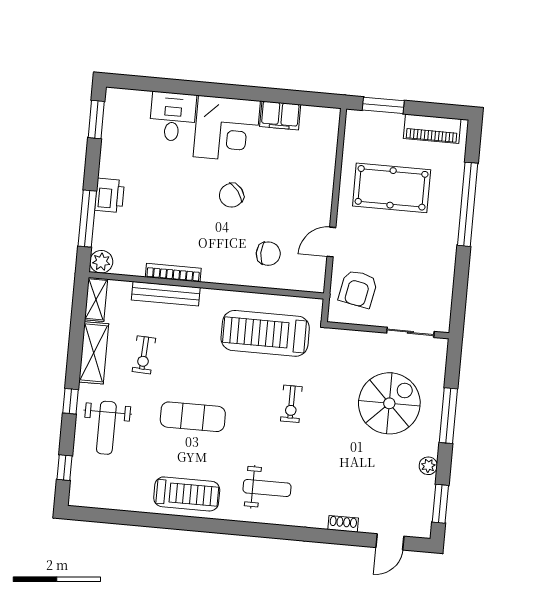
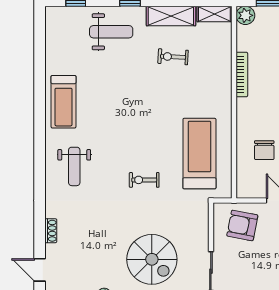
bench: (166, 294) -> (224, 70), removed
exercise mat: (193, 417) -> (127, 101), removed
weight bench: (106, 428) -> (111, 32), turned 180

